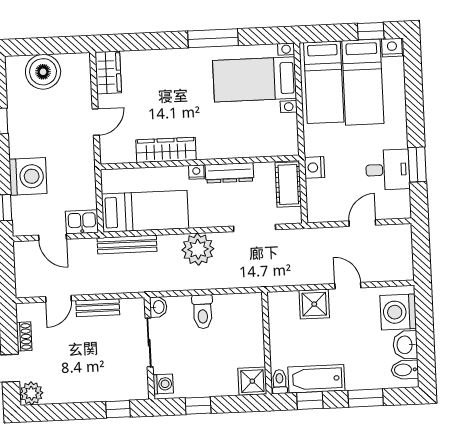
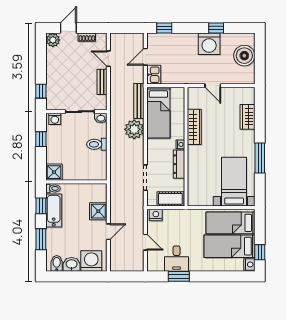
wardrobe: (108, 72) -> (247, 117), moved, turned 90
nightstand: (314, 167) -> (156, 215), moved
washing machine: (28, 176) -> (209, 44), moved
plant: (198, 249) -> (134, 129), moved

